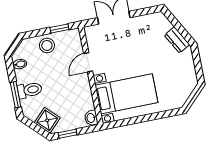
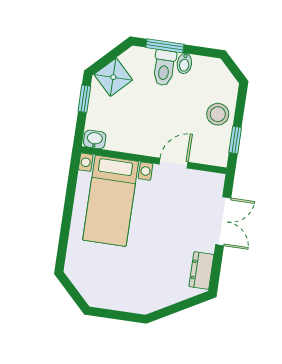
dresser: (177, 40) -> (201, 271), moved, turned -61
door: (88, 62) -> (174, 163), hinge flipped
bidet: (20, 64) -> (184, 64), moved

